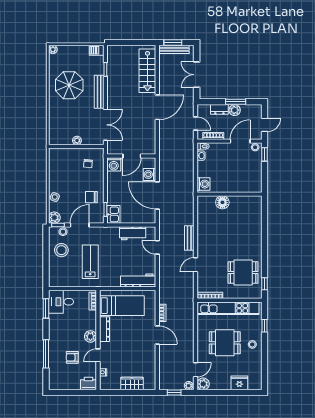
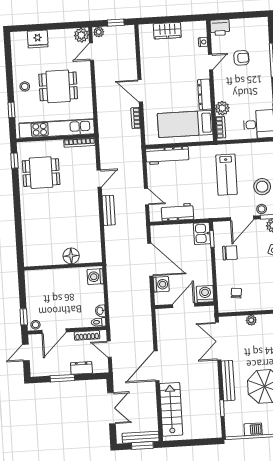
barbecue: (97, 50) -> (253, 429), moved
plant: (235, 110) -> (63, 368), removed
plant: (90, 336) -> (222, 108), moved

